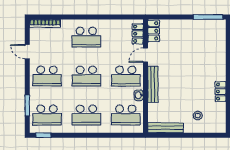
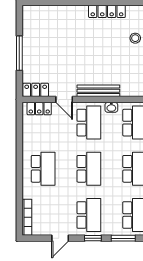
window: (208, 17) -> (19, 53), moved
window: (27, 80) -> (93, 238), added
locker: (220, 92) -> (107, 11), width x1.53

